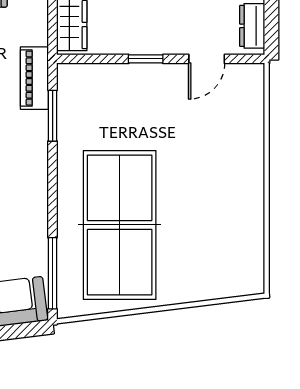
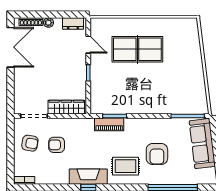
piano: (34, 78) -> (109, 124), moved
table tennis table: (120, 225) -> (137, 49), moved, width x0.73, depth x0.76

